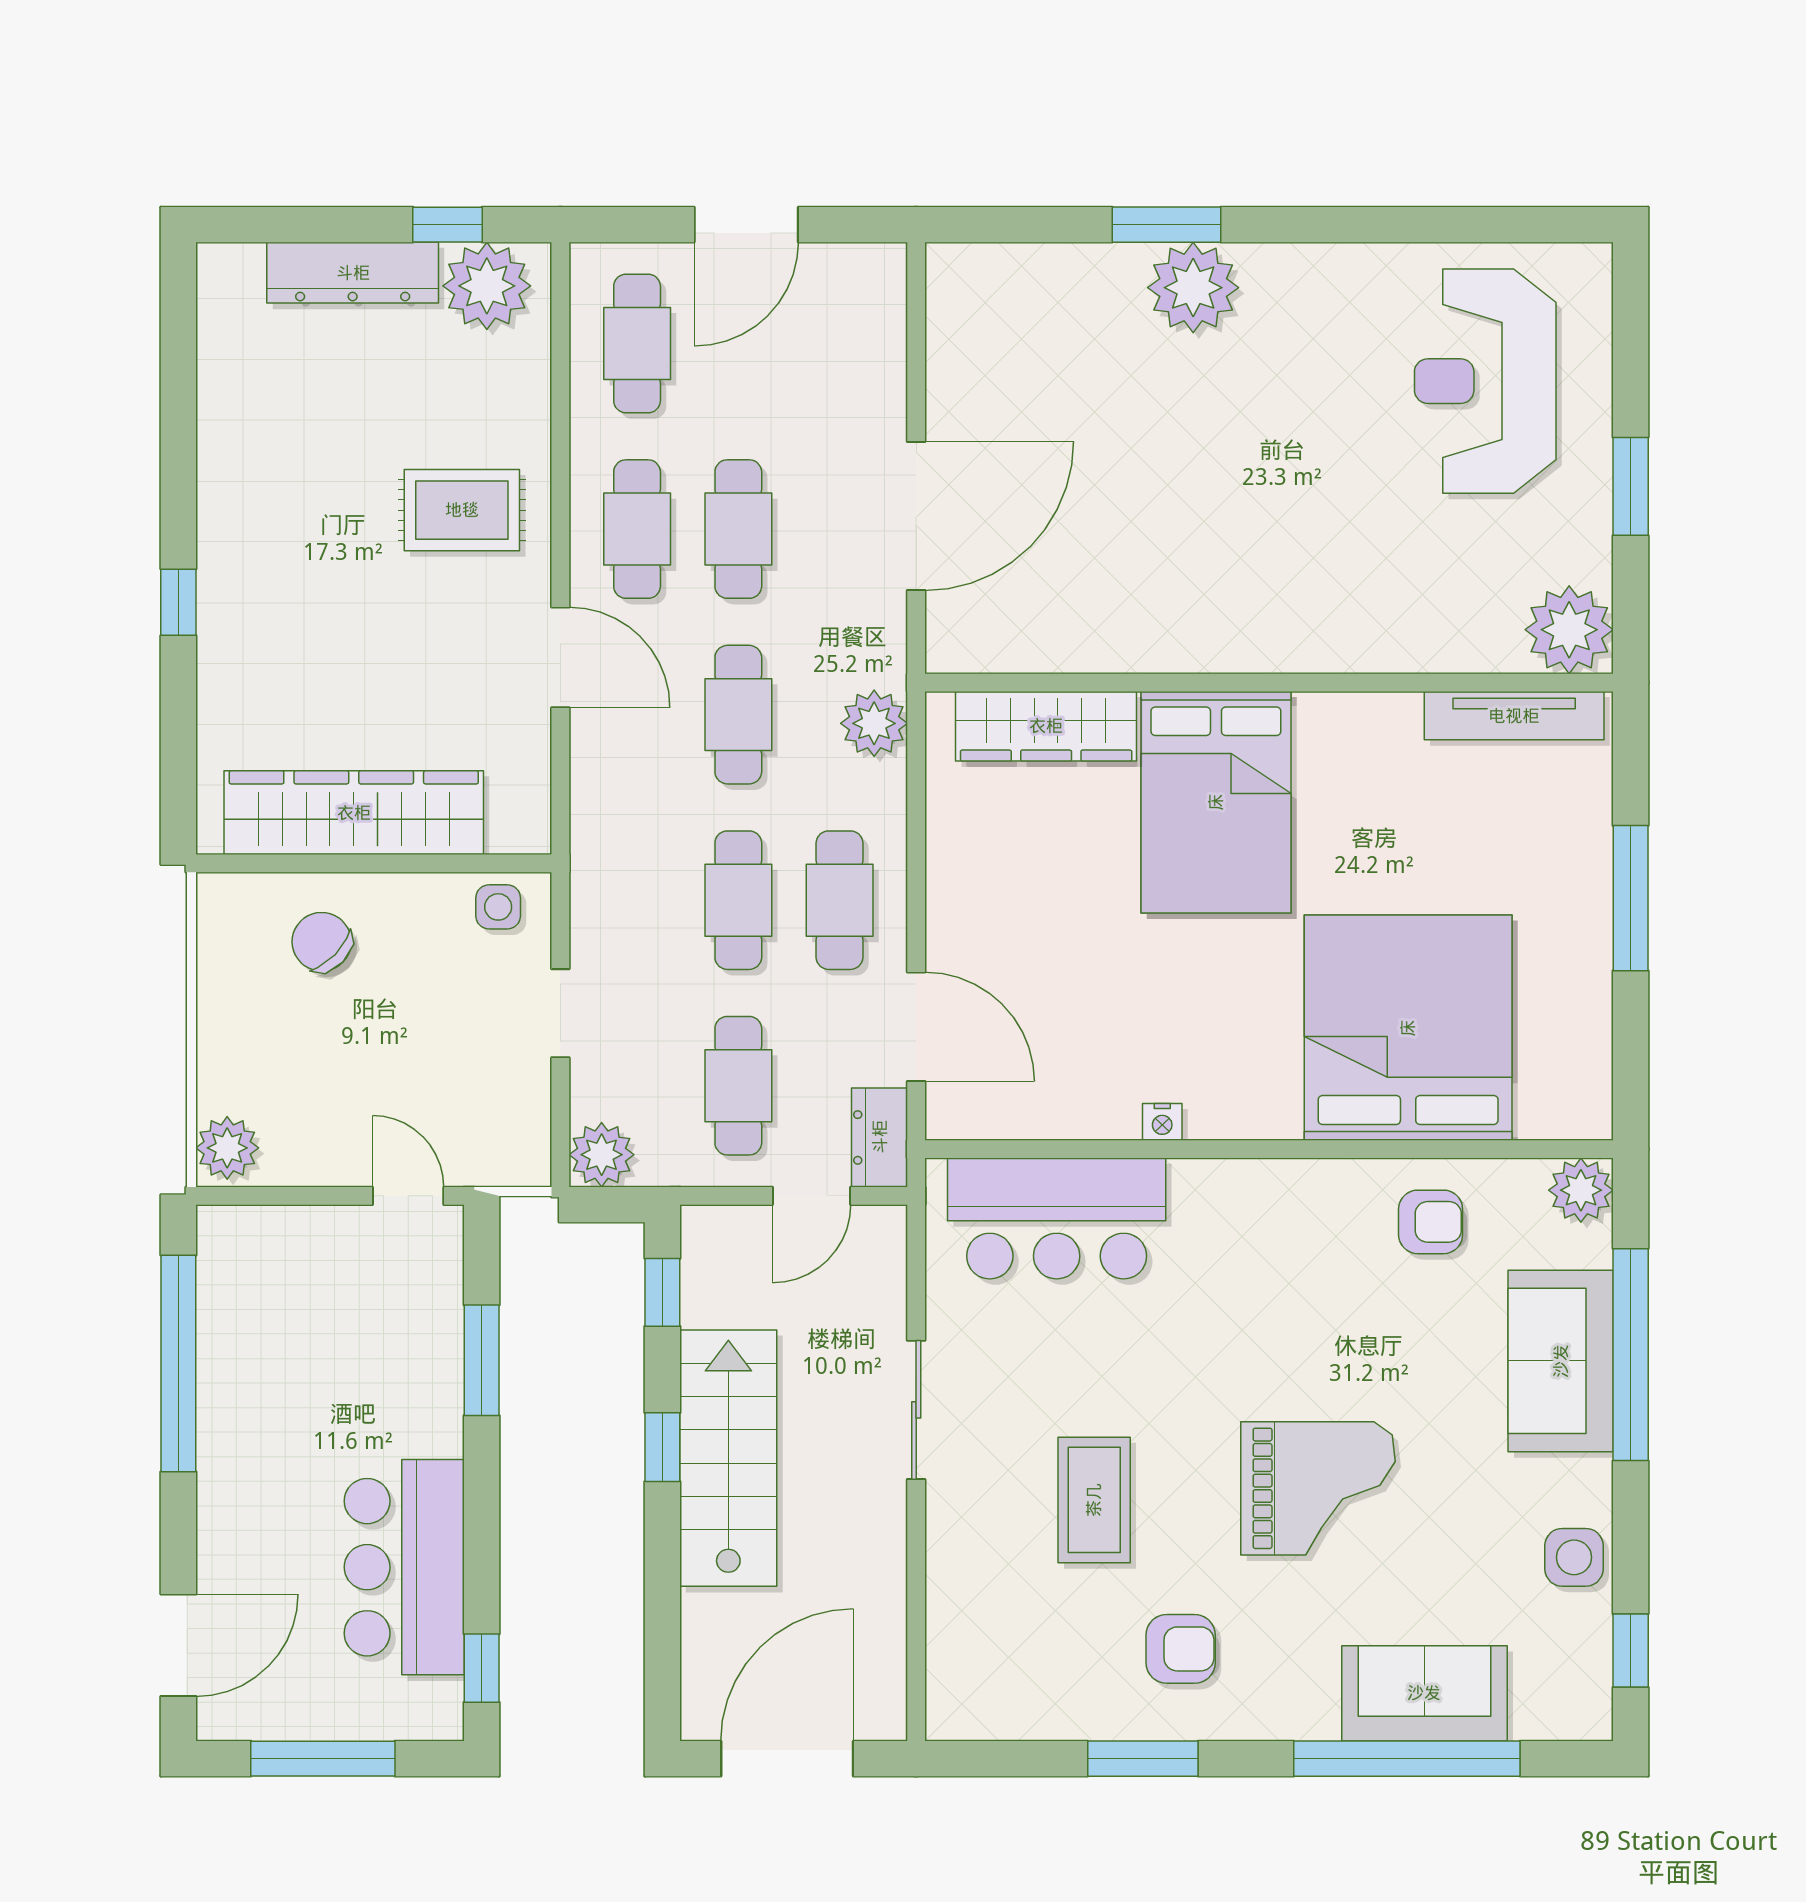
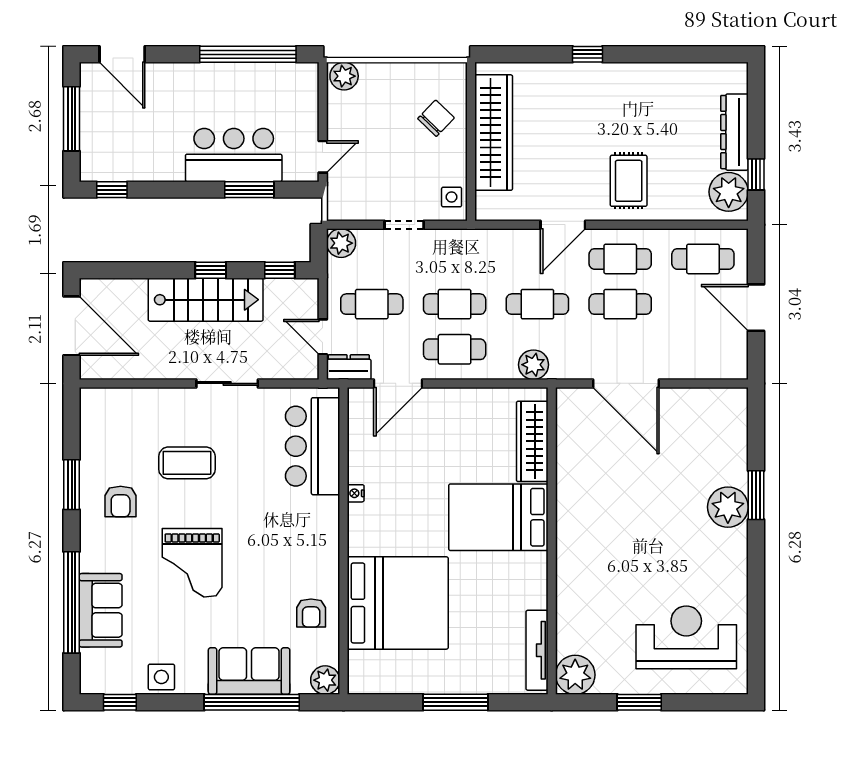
bar counter: (404, 1567) -> (234, 155), moved

